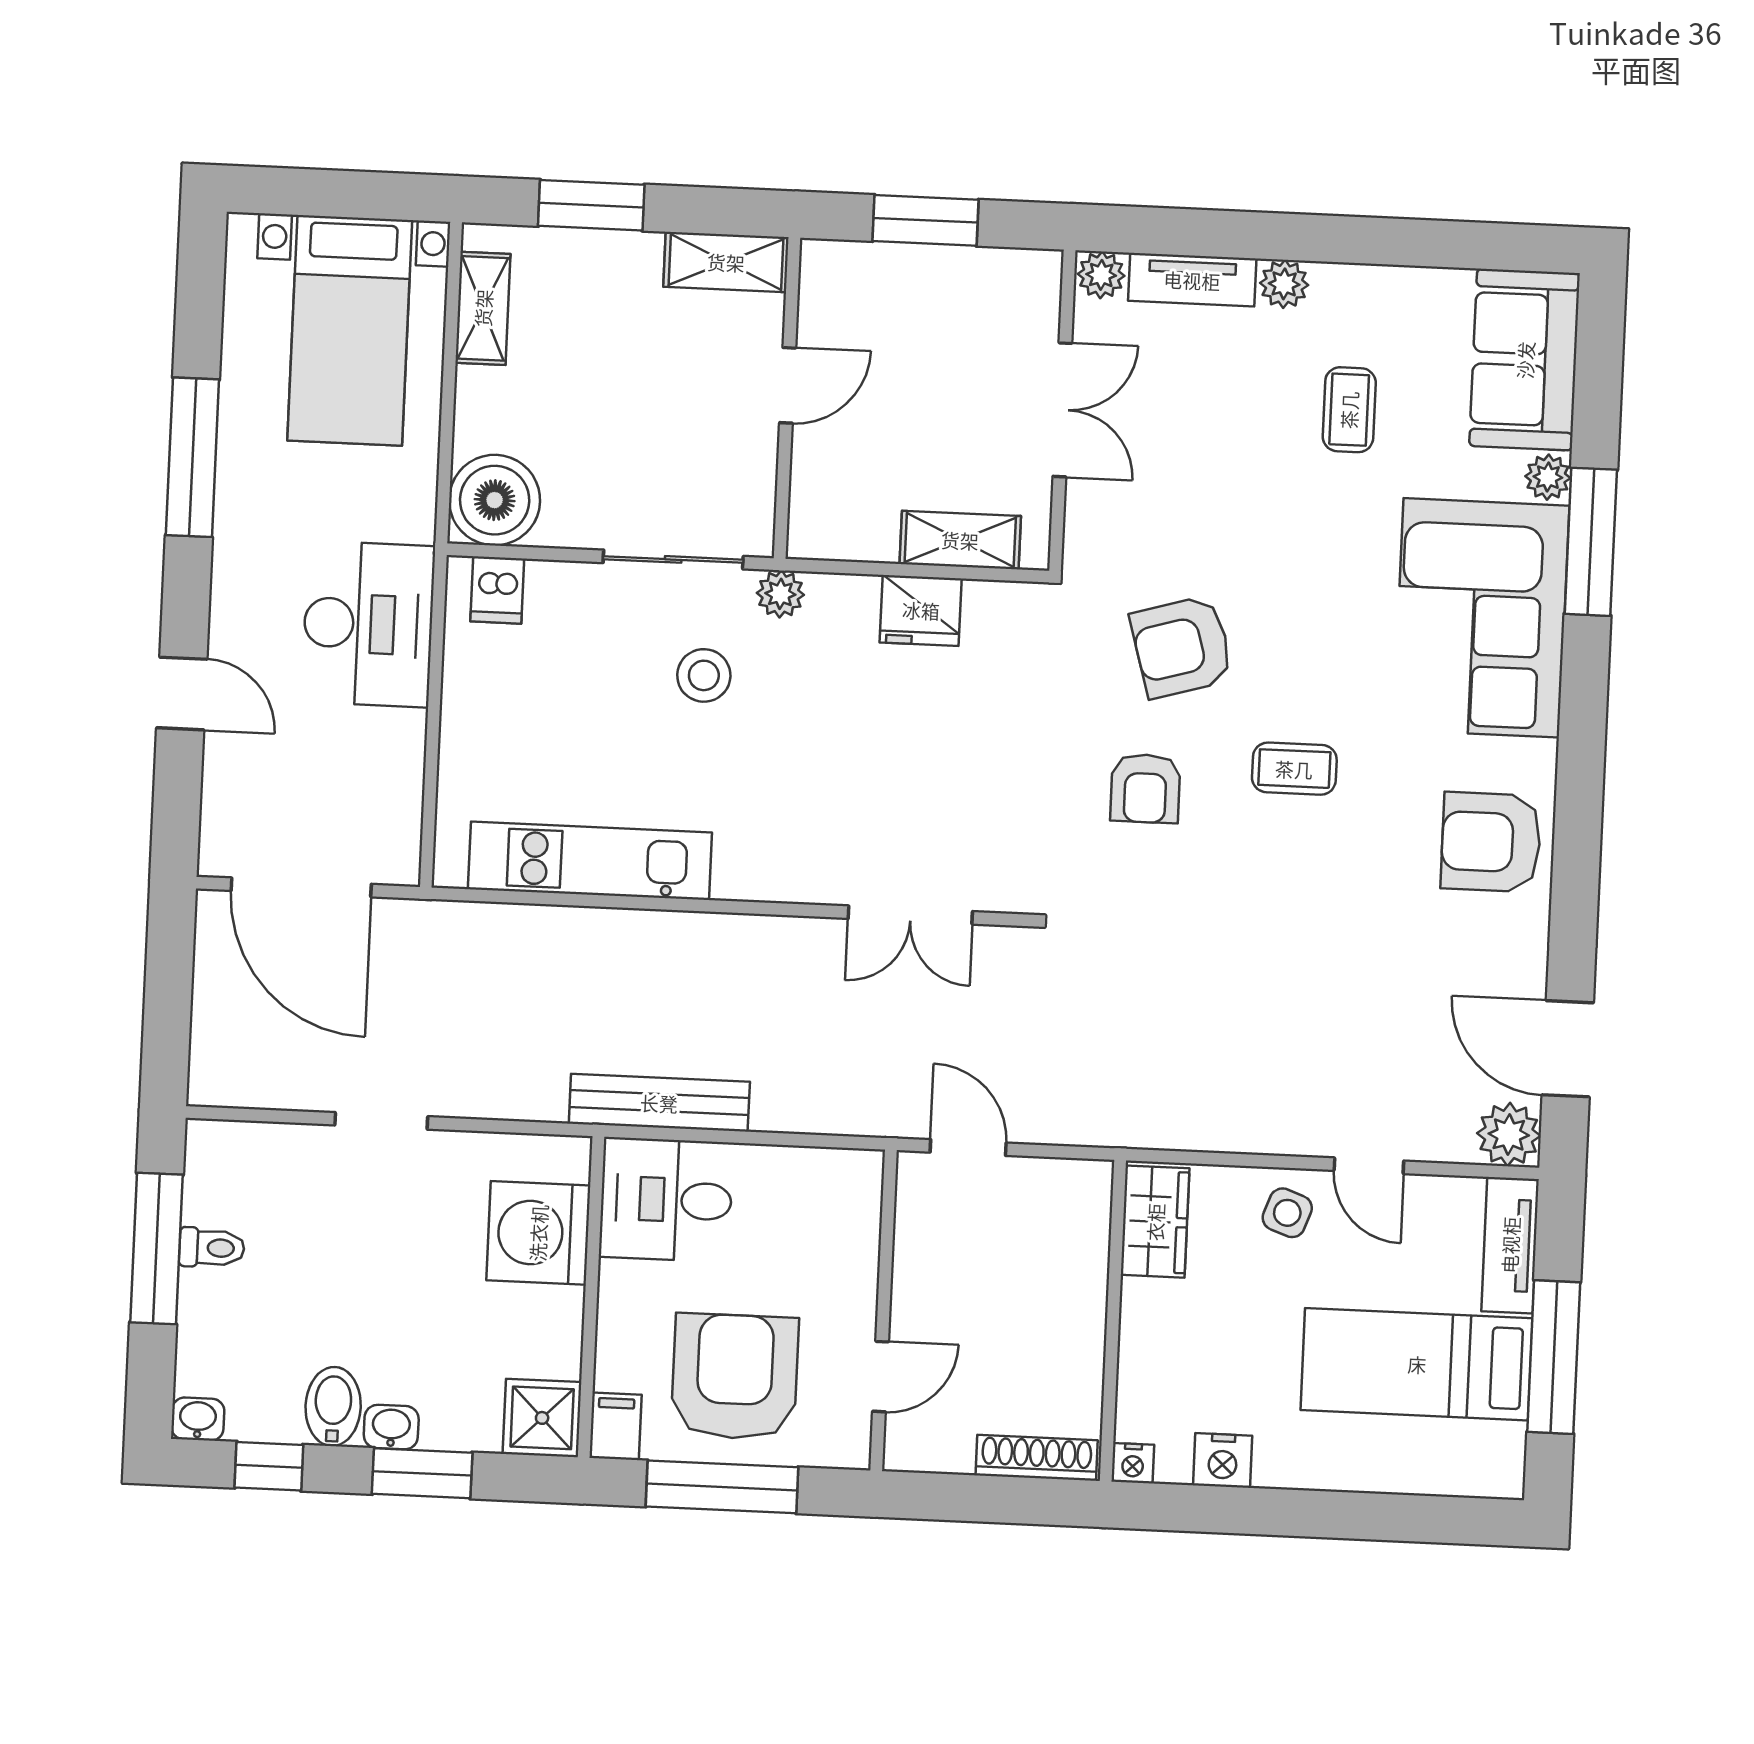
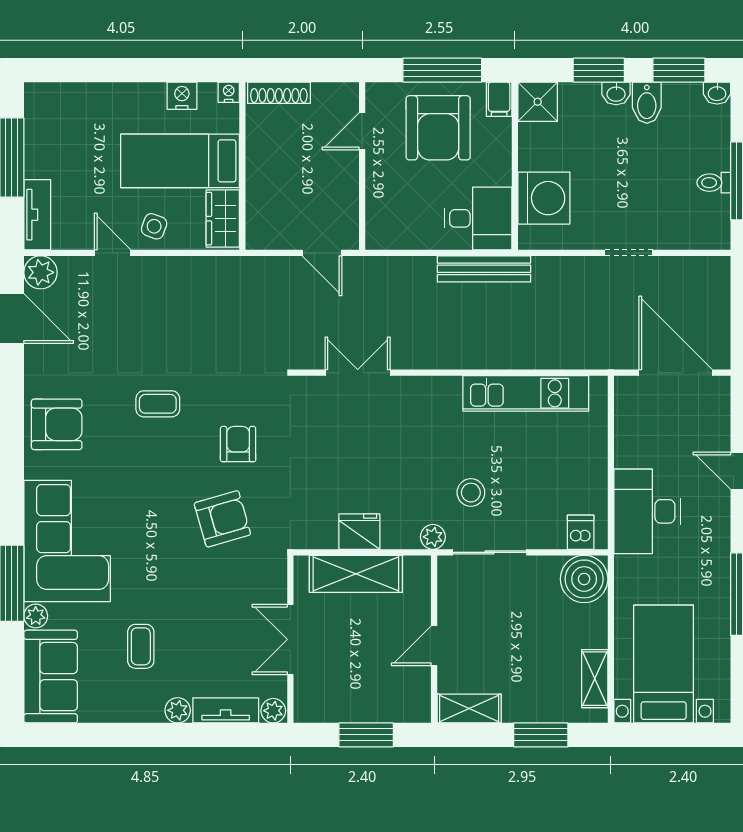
shelving: (960, 540) -> (356, 574), width x1.50, depth x1.33
coffee table: (1294, 769) -> (158, 404), moved
bed: (1417, 1364) -> (180, 161), moved, turned 180
window: (269, 1466) -> (679, 70), width x1.50

